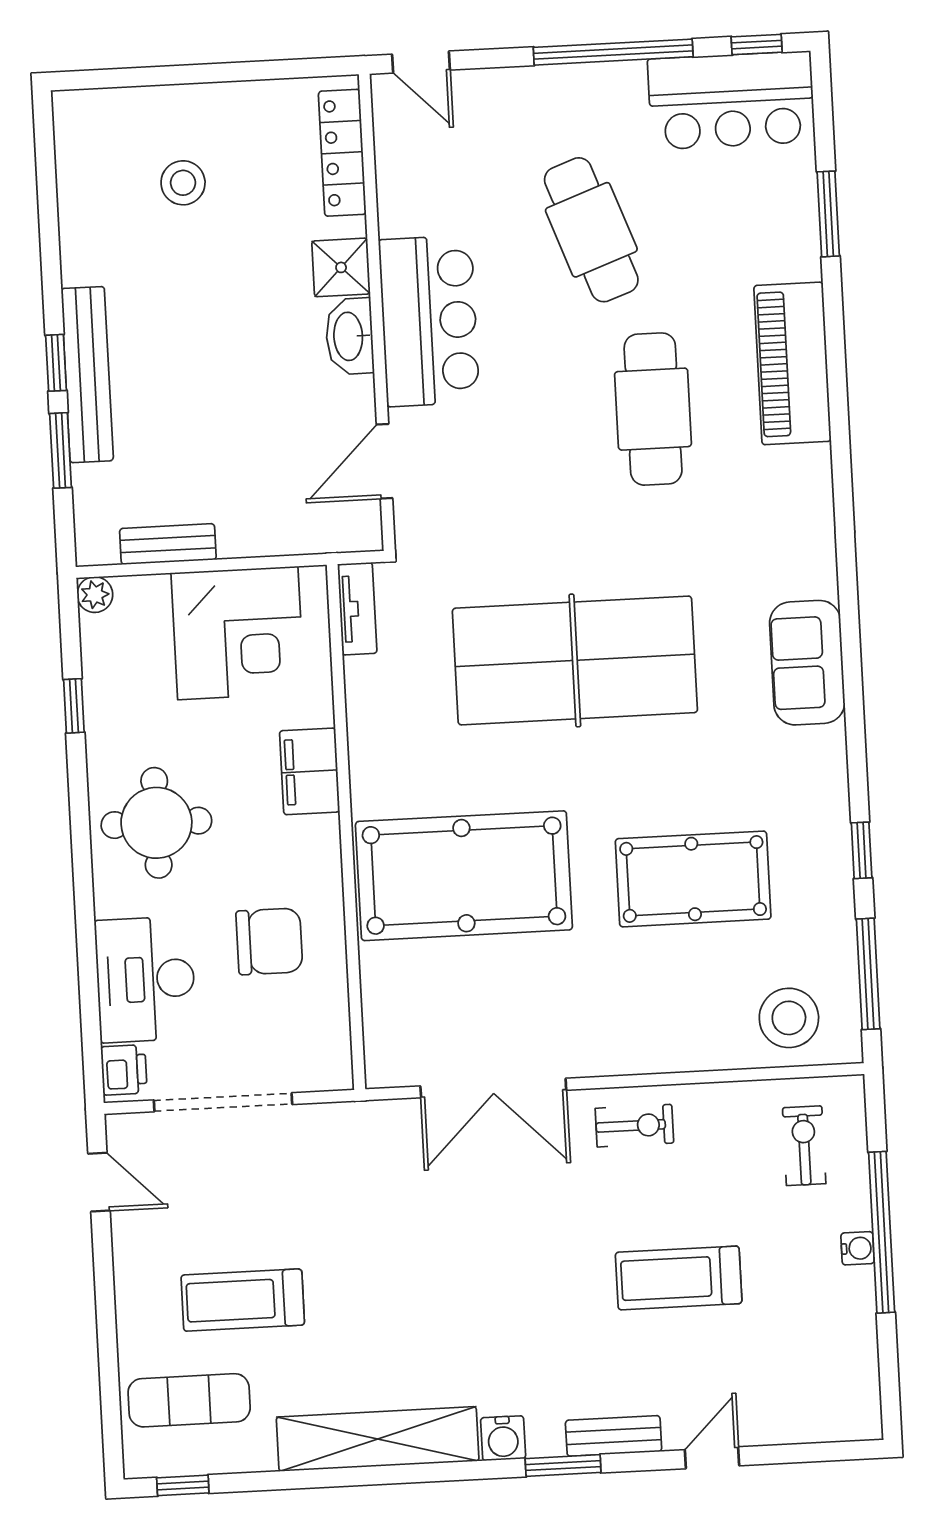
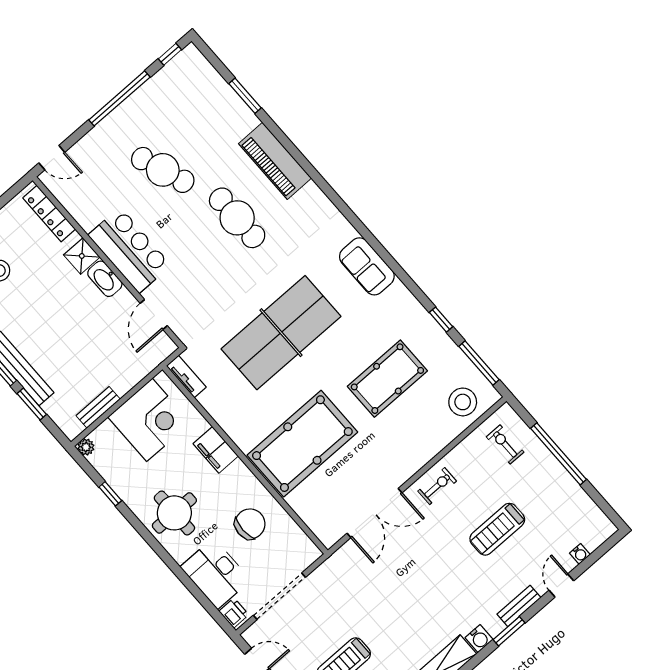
bar counter: (731, 100) -> (177, 82), removed
water cooler: (858, 1248) -> (580, 554), moved, turned 90

